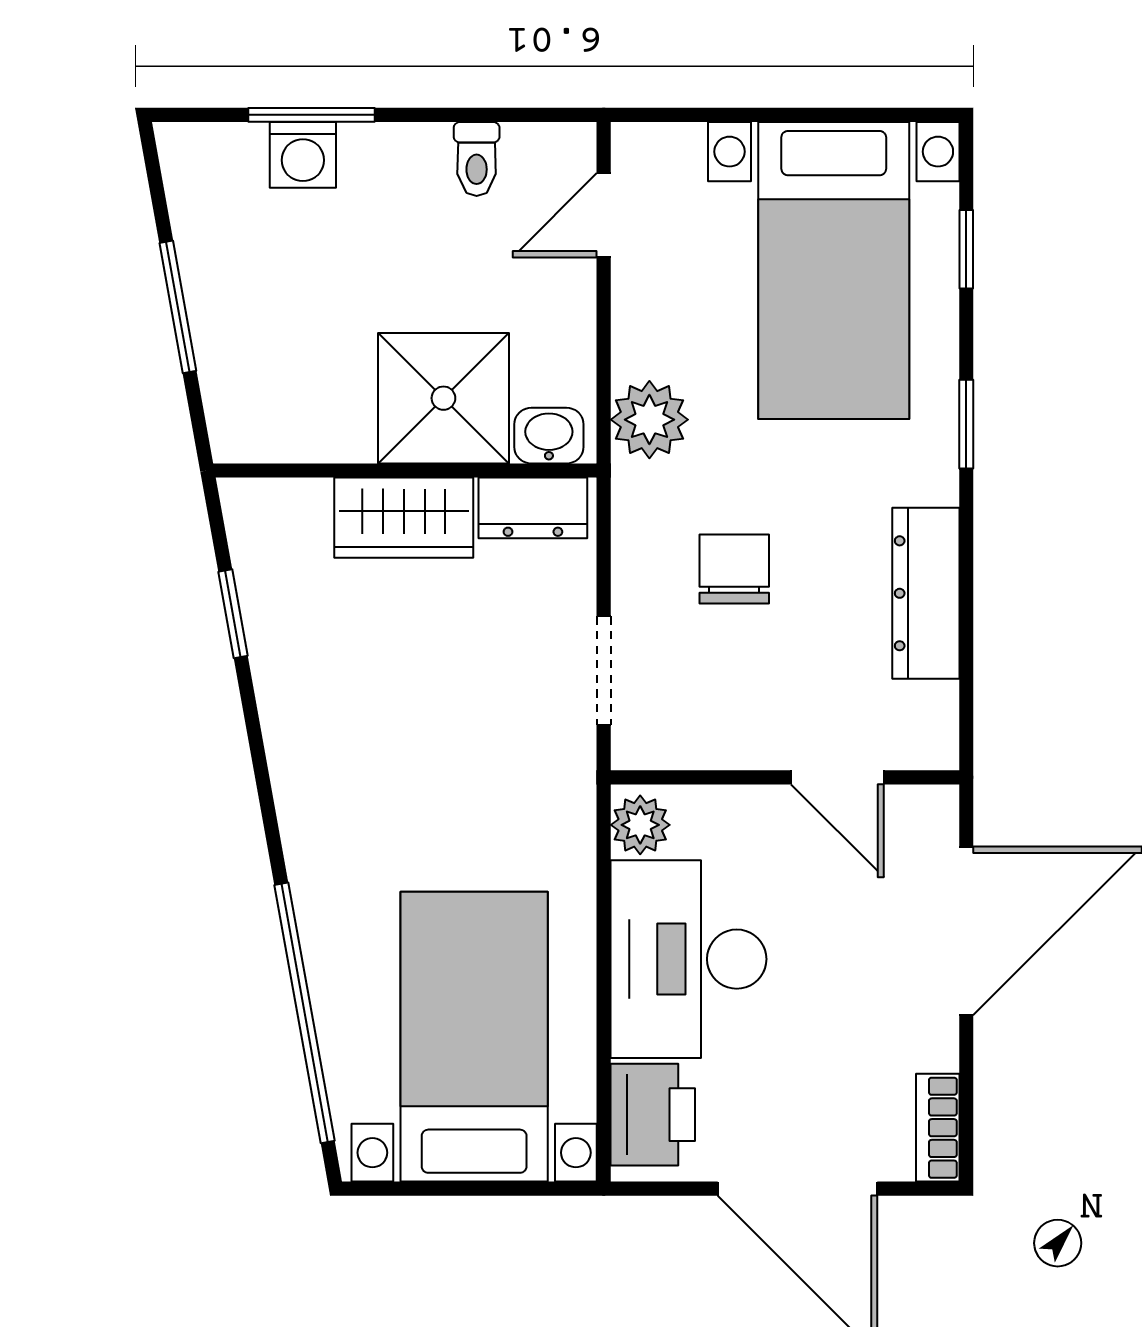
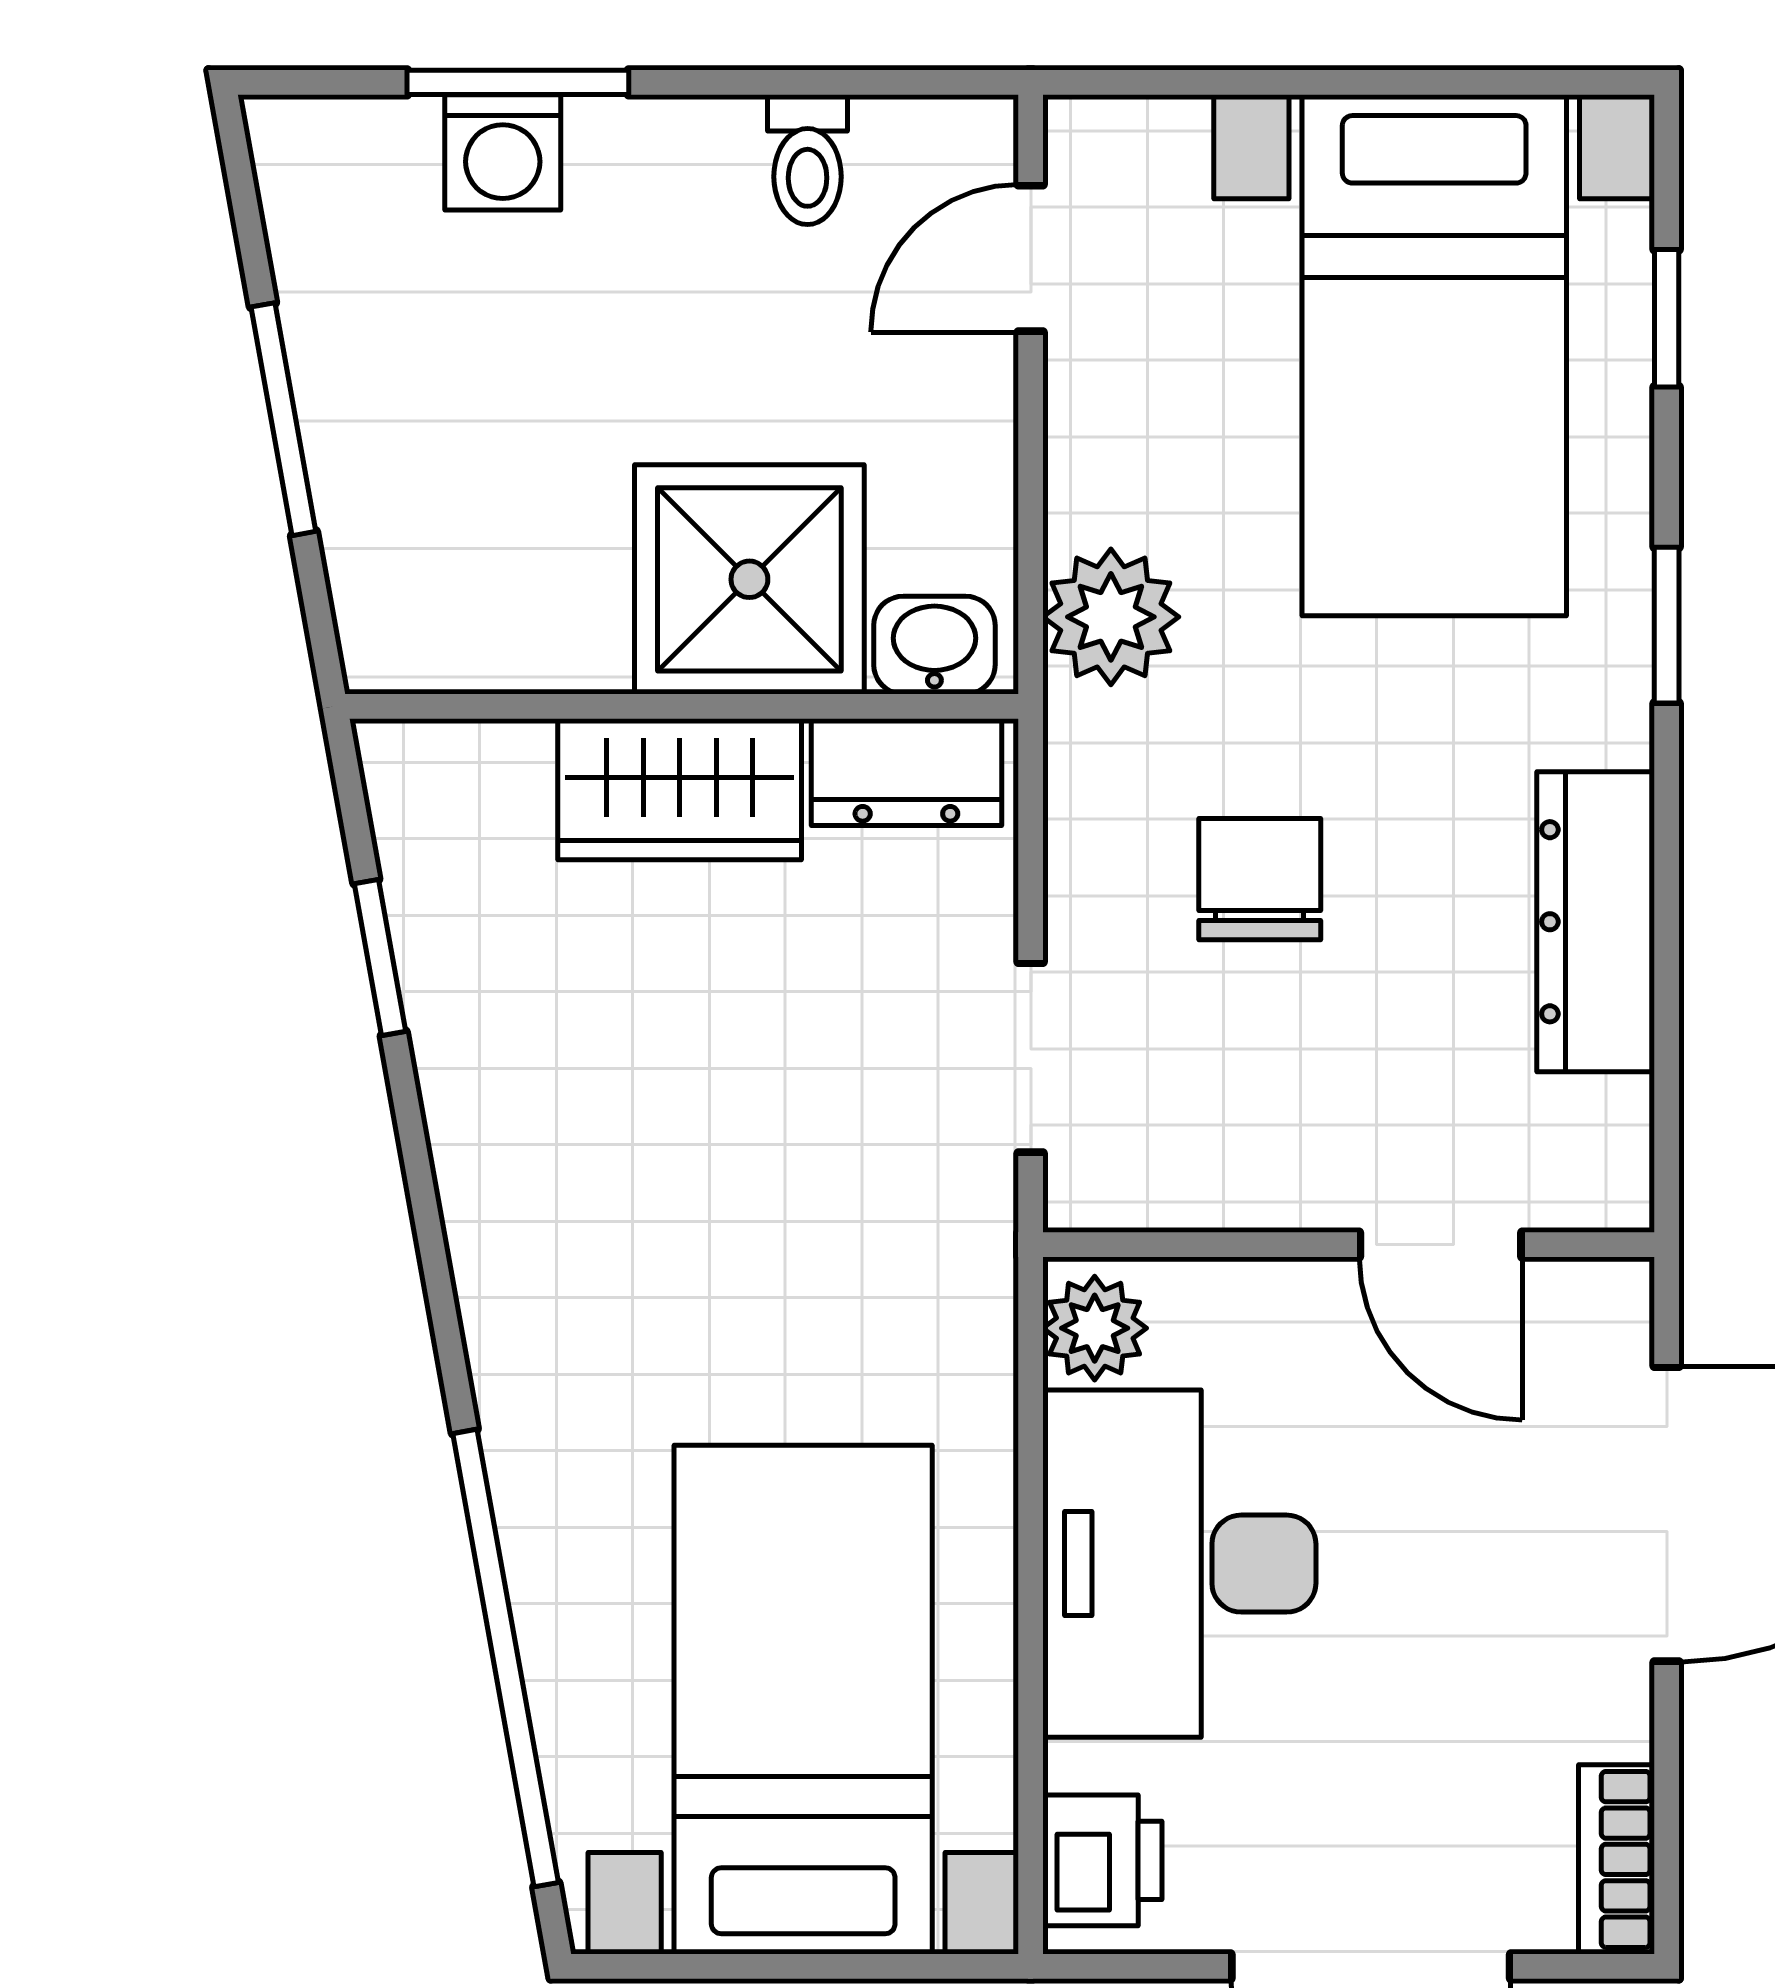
printer: (653, 1115) -> (1102, 1860), width x0.73, depth x0.81

